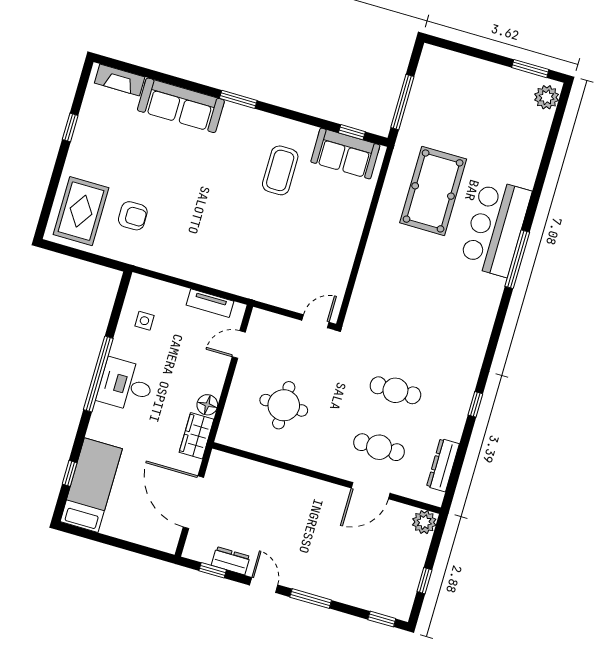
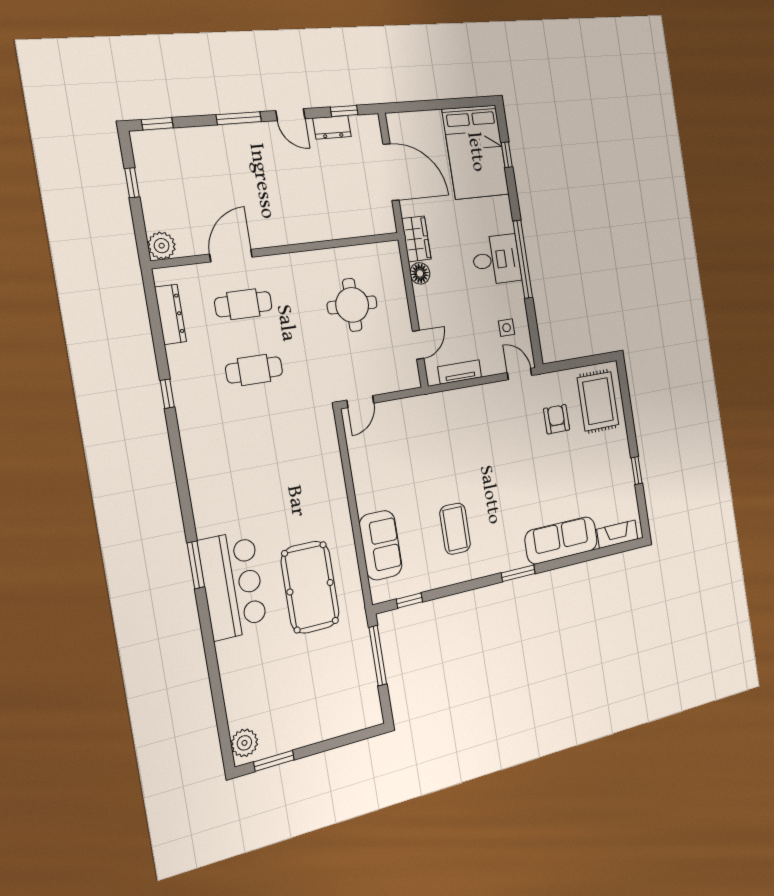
sofa: (345, 154) -> (381, 545), moved, turned 90
armchair: (133, 216) -> (557, 419), turned 90
window: (517, 259) -> (196, 565), width x0.69
door: (151, 274) -> (520, 374), added
bed: (91, 485) -> (476, 152), width x1.50

